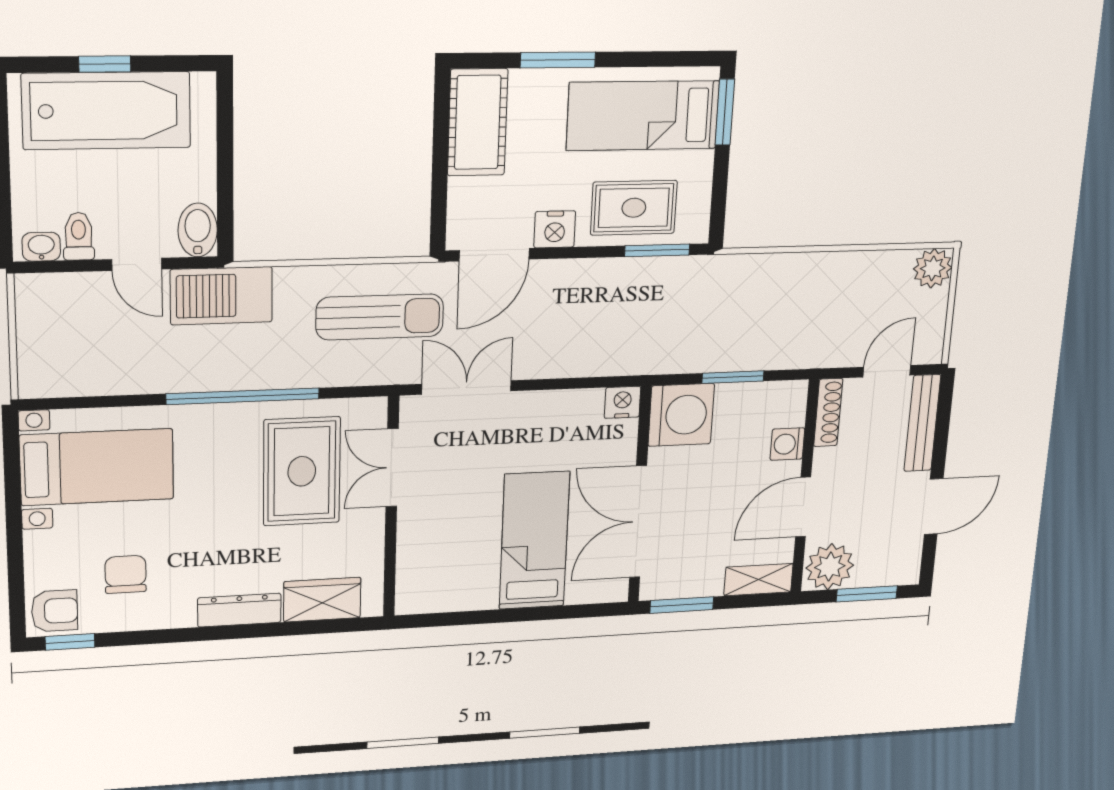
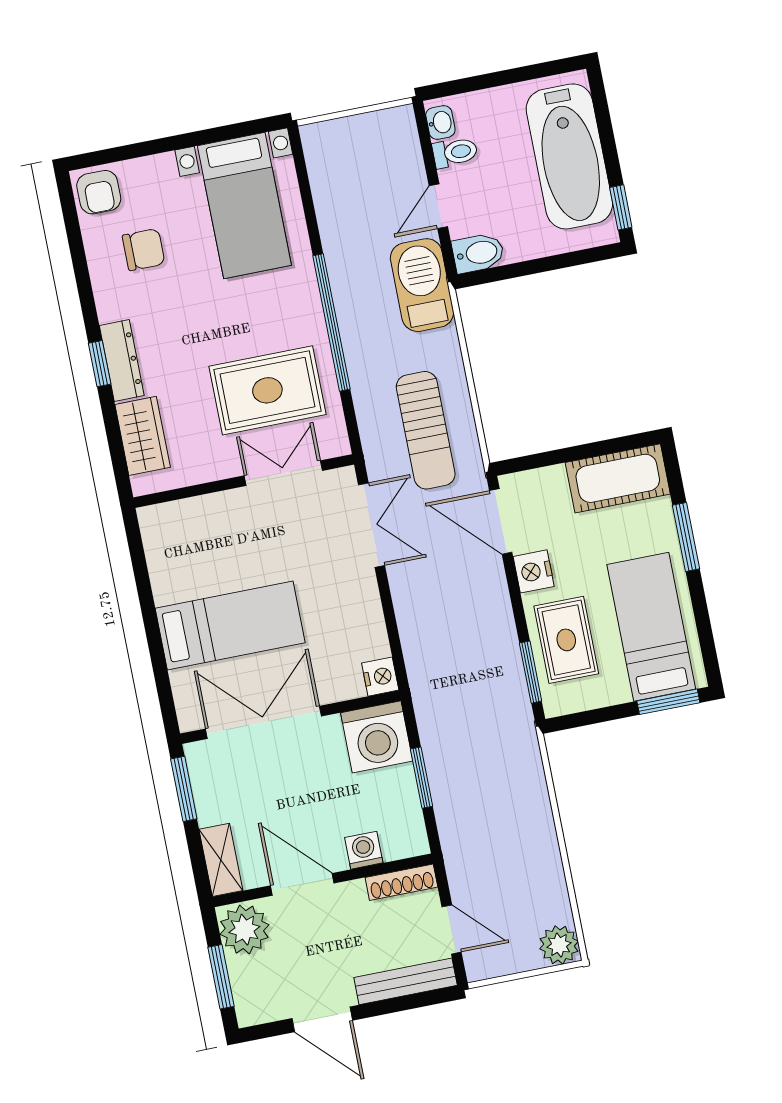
window: (105, 64) -> (621, 207), moved
window: (70, 642) -> (100, 364), moved

